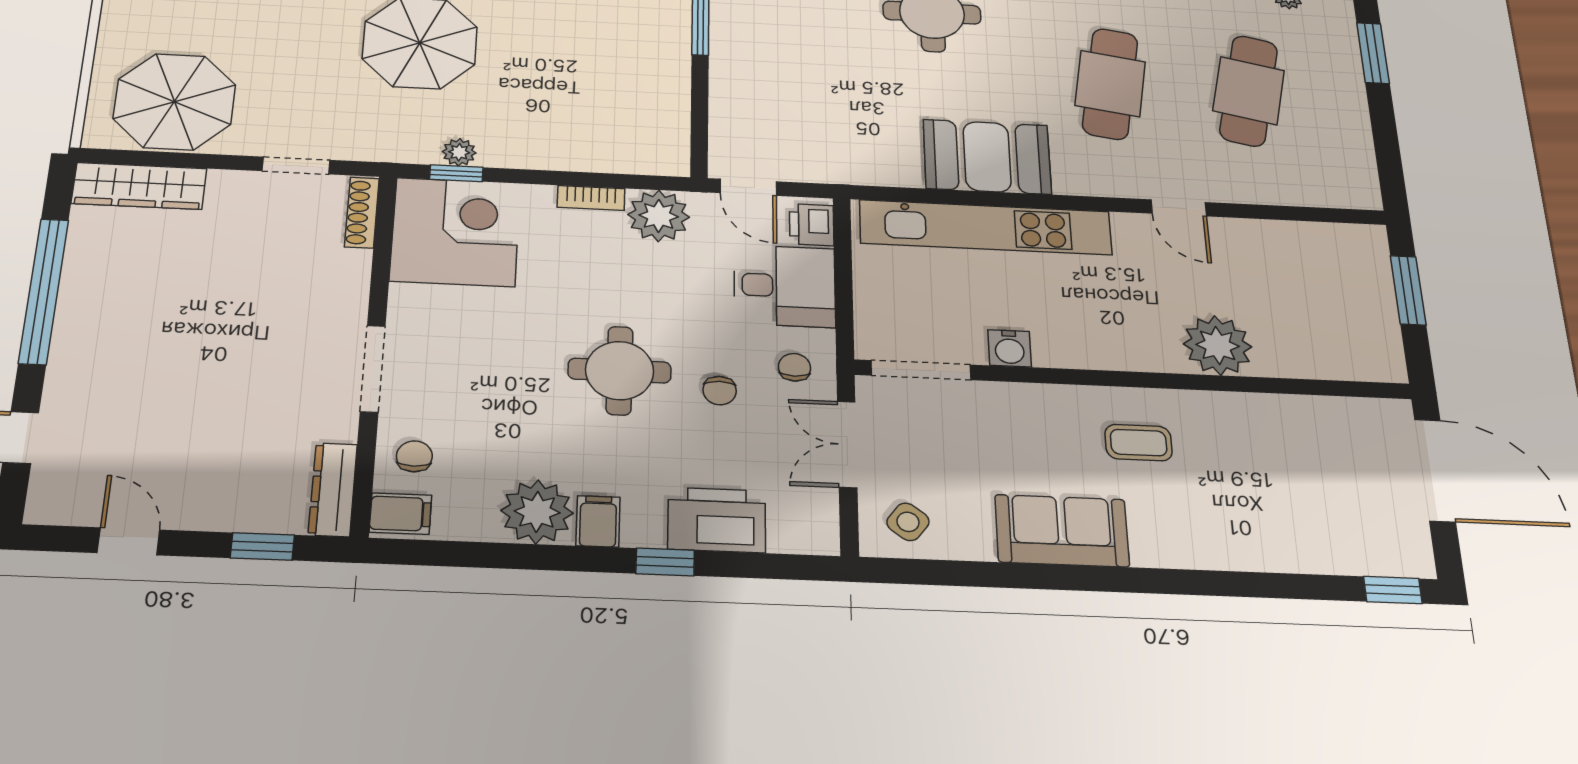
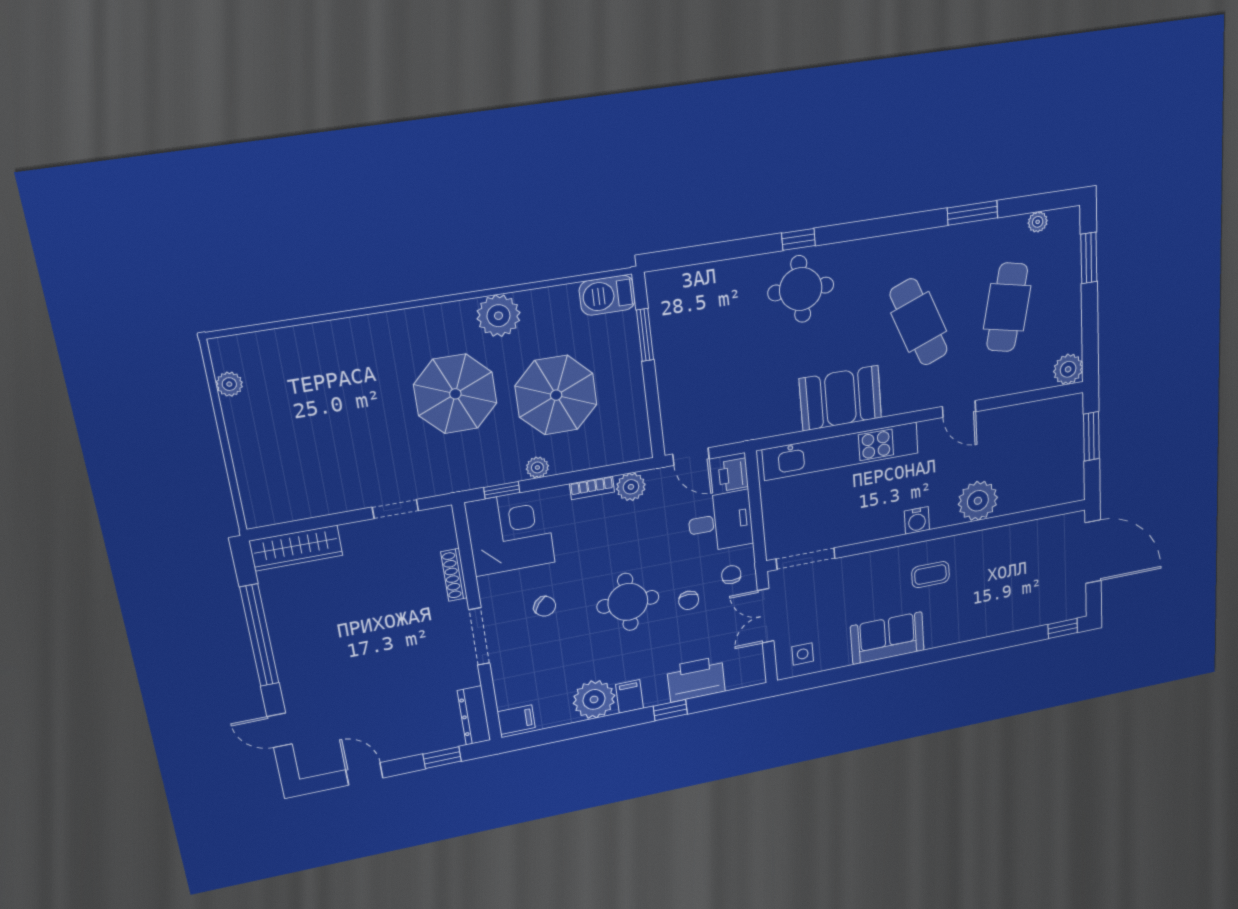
cafe table: (1110, 84) -> (919, 322), turned -30
parasol: (174, 102) -> (556, 395), moved
plant: (459, 152) -> (537, 467), moved
plant: (1356, 189) -> (1068, 369), added
shoe rack: (362, 213) -> (454, 575), moved
plant: (659, 216) -> (631, 487), width x0.73, depth x0.73
water cooler: (1010, 348) -> (917, 520), moved
chair: (414, 456) -> (545, 606), moved, turned 128
side table: (908, 522) -> (803, 654), turned -37

